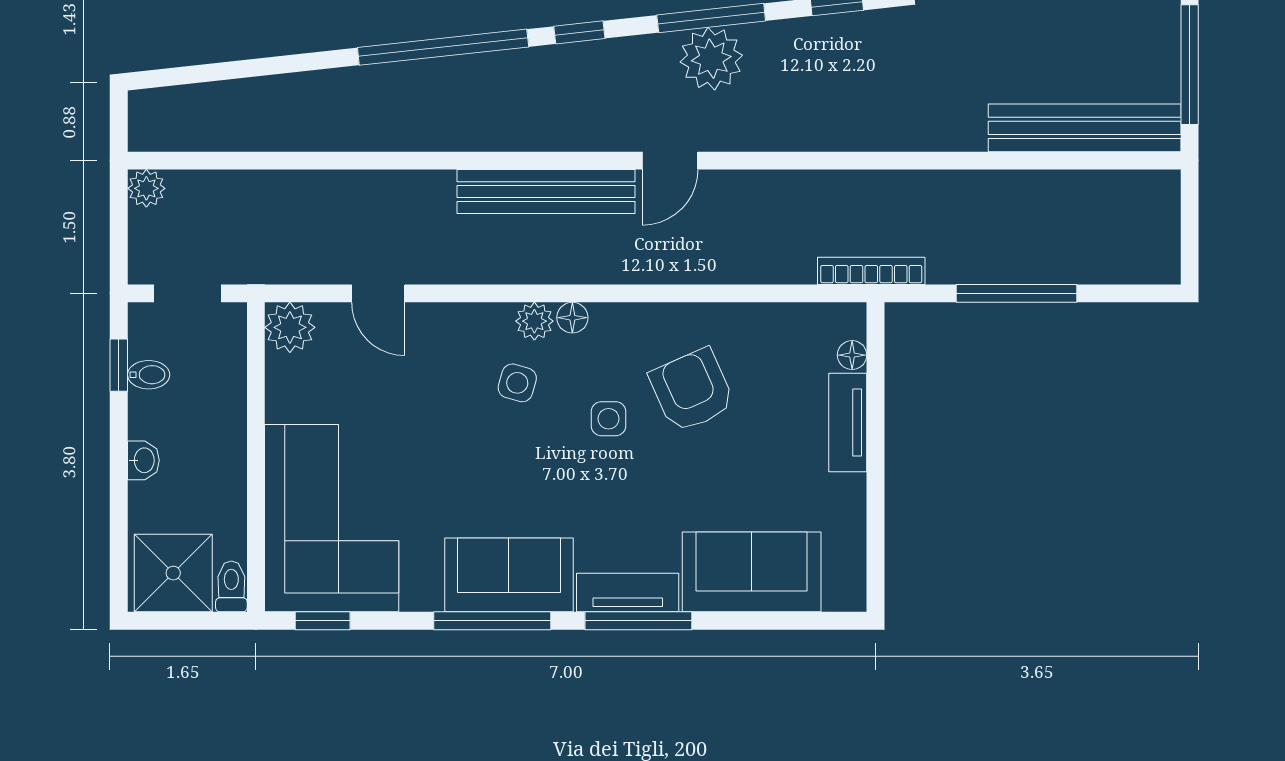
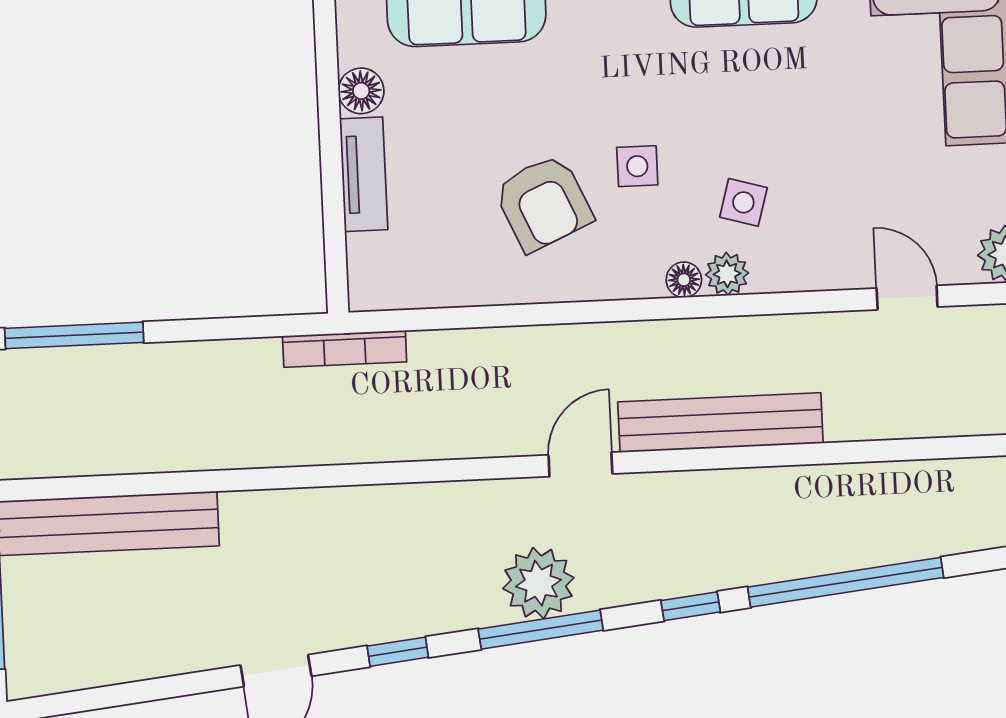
window: (1017, 293) -> (74, 335), moved
floor lamp: (852, 355) -> (361, 91), moved, width x1.37, depth x1.37

